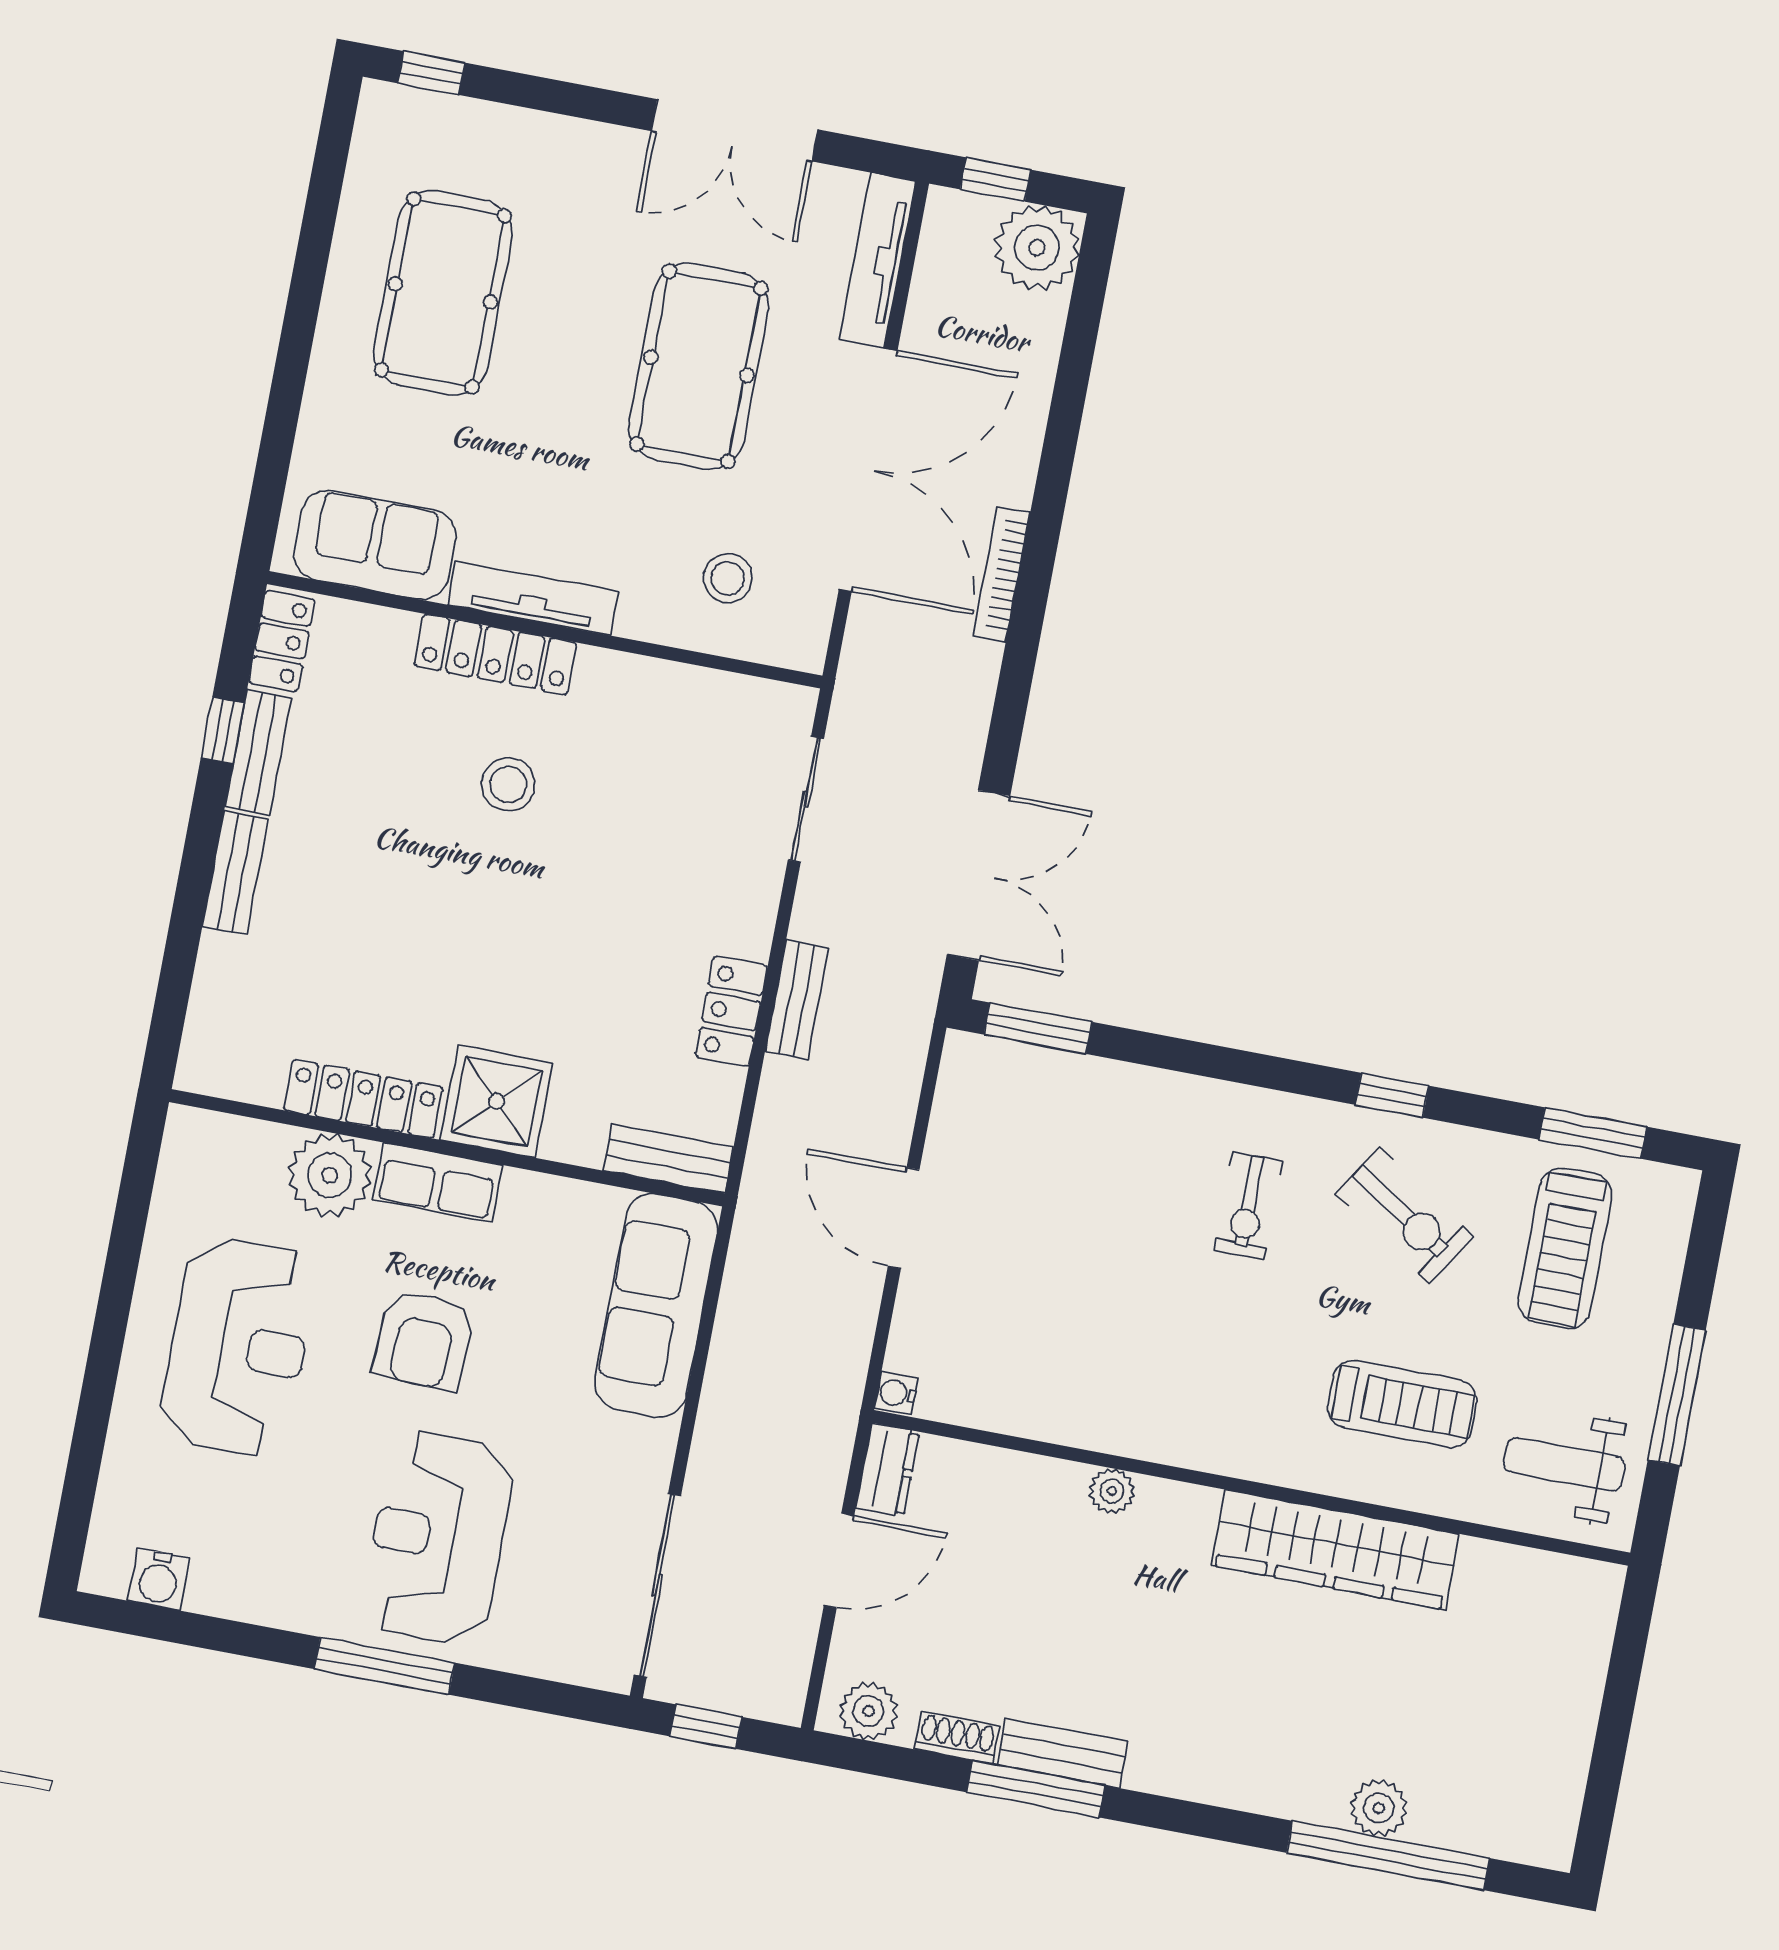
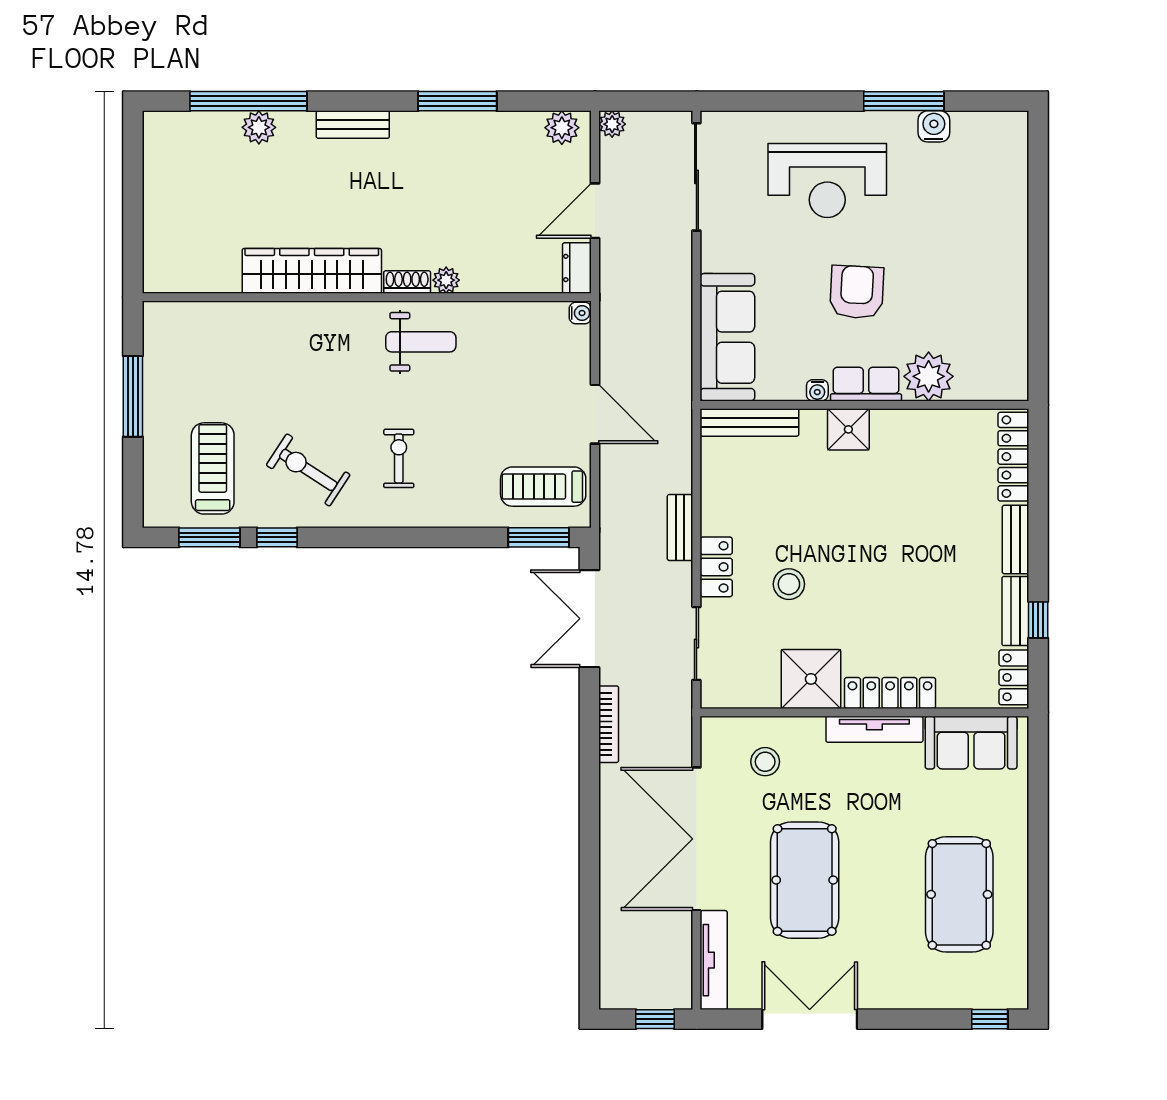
plant: (1037, 248) -> (612, 124), moved, width x0.53, depth x0.53
bookcase: (1002, 574) -> (609, 724), moved
shower: (624, 703) -> (811, 679), added
stool: (508, 784) -> (789, 584), moved
locker: (731, 1011) -> (716, 567), moved
window: (1392, 1095) -> (277, 537), moved
locker: (363, 1099) -> (1013, 457), moved, turned 90
shower: (497, 1101) -> (848, 429), width x0.73, depth x0.73
bench: (668, 1159) -> (749, 422), width x1.36
water cooler: (522, 1187) -> (817, 390), added
reception desk: (238, 1347) -> (962, 268), removed
treadmill: (1402, 1404) -> (543, 487), moved
weight bench: (1564, 1464) -> (421, 342), moved
reception desk: (438, 1538) -> (827, 180), turned 90
water cooler: (159, 1579) -> (934, 126), moved
window: (384, 1666) -> (904, 101), moved
window: (706, 1727) -> (653, 101), removed
shoe rack: (957, 1738) -> (407, 282), moved, turned 180
bench: (1063, 1753) -> (353, 125), moved

